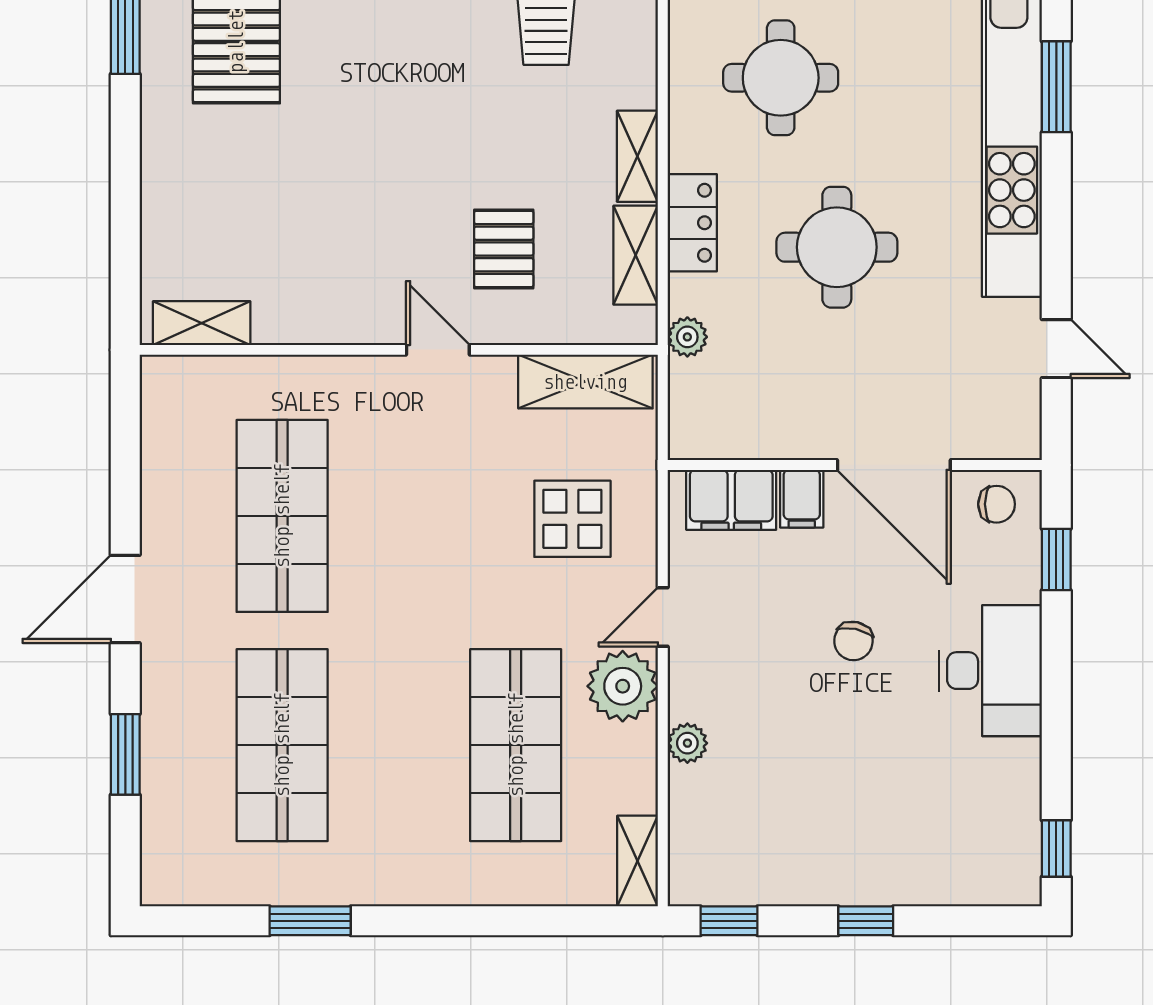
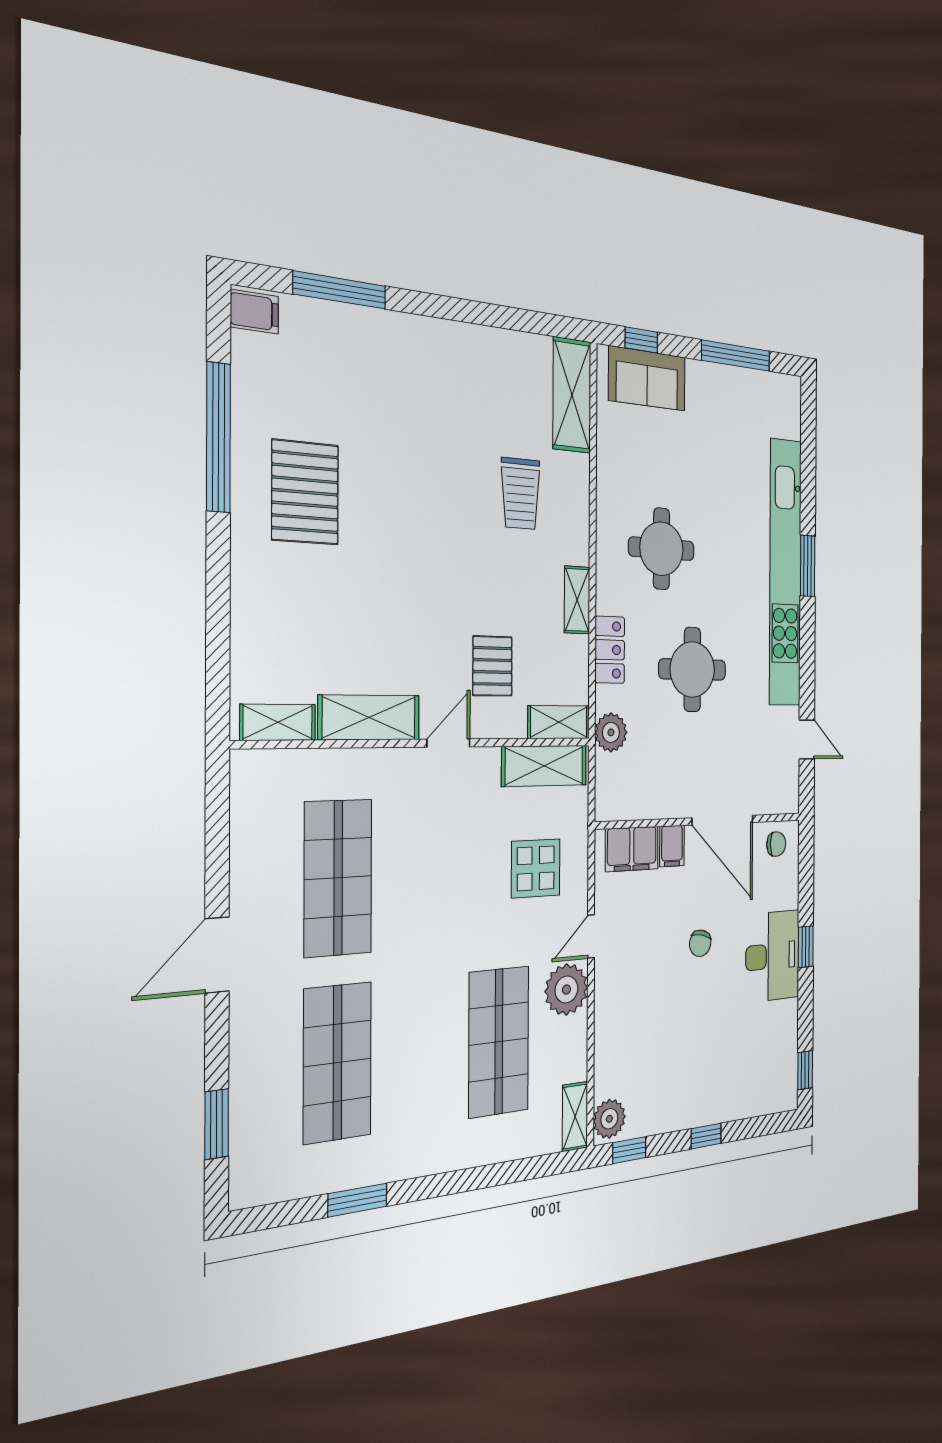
shelving: (636, 255) -> (559, 722), moved, turned 90
shelving: (324, 317) -> (369, 717), added
plant: (687, 337) -> (611, 732), width x1.38, depth x1.38
door: (438, 350) -> (448, 743), hinge flipped
window: (1056, 559) -> (806, 947), moved
plant: (687, 743) -> (609, 1119), moved, width x1.38, depth x1.38
window: (125, 754) -> (217, 1124), moved

